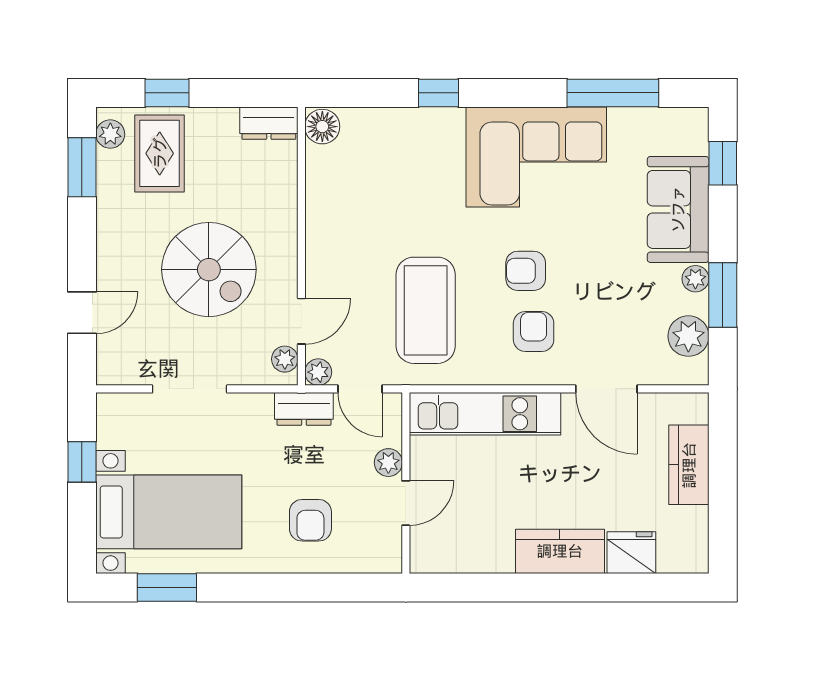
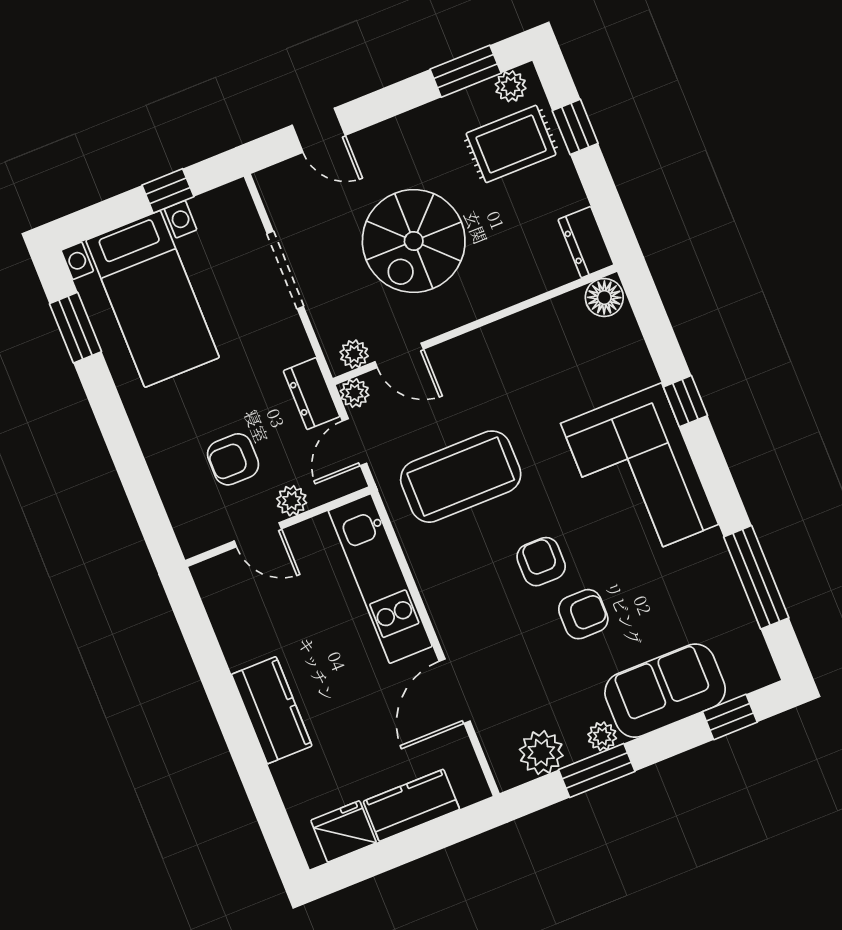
corner sofa: (536, 157) -> (639, 474), moved
armchair: (534, 331) -> (583, 614), moved
armchair: (310, 520) -> (233, 459), moved
fridge: (631, 553) -> (344, 831), moved, turned -90

